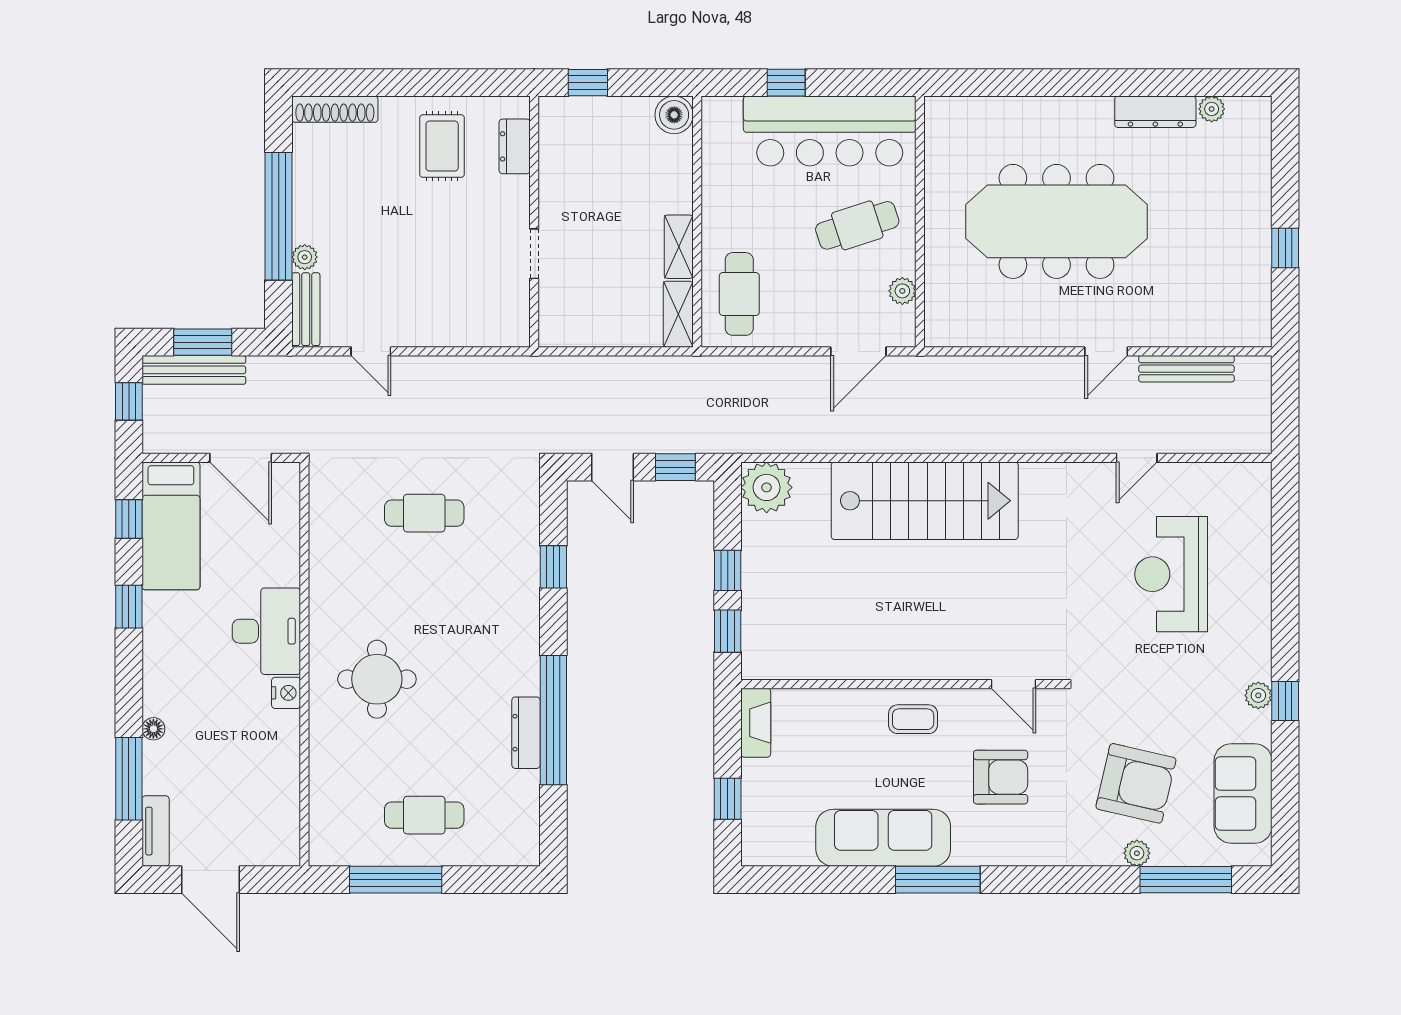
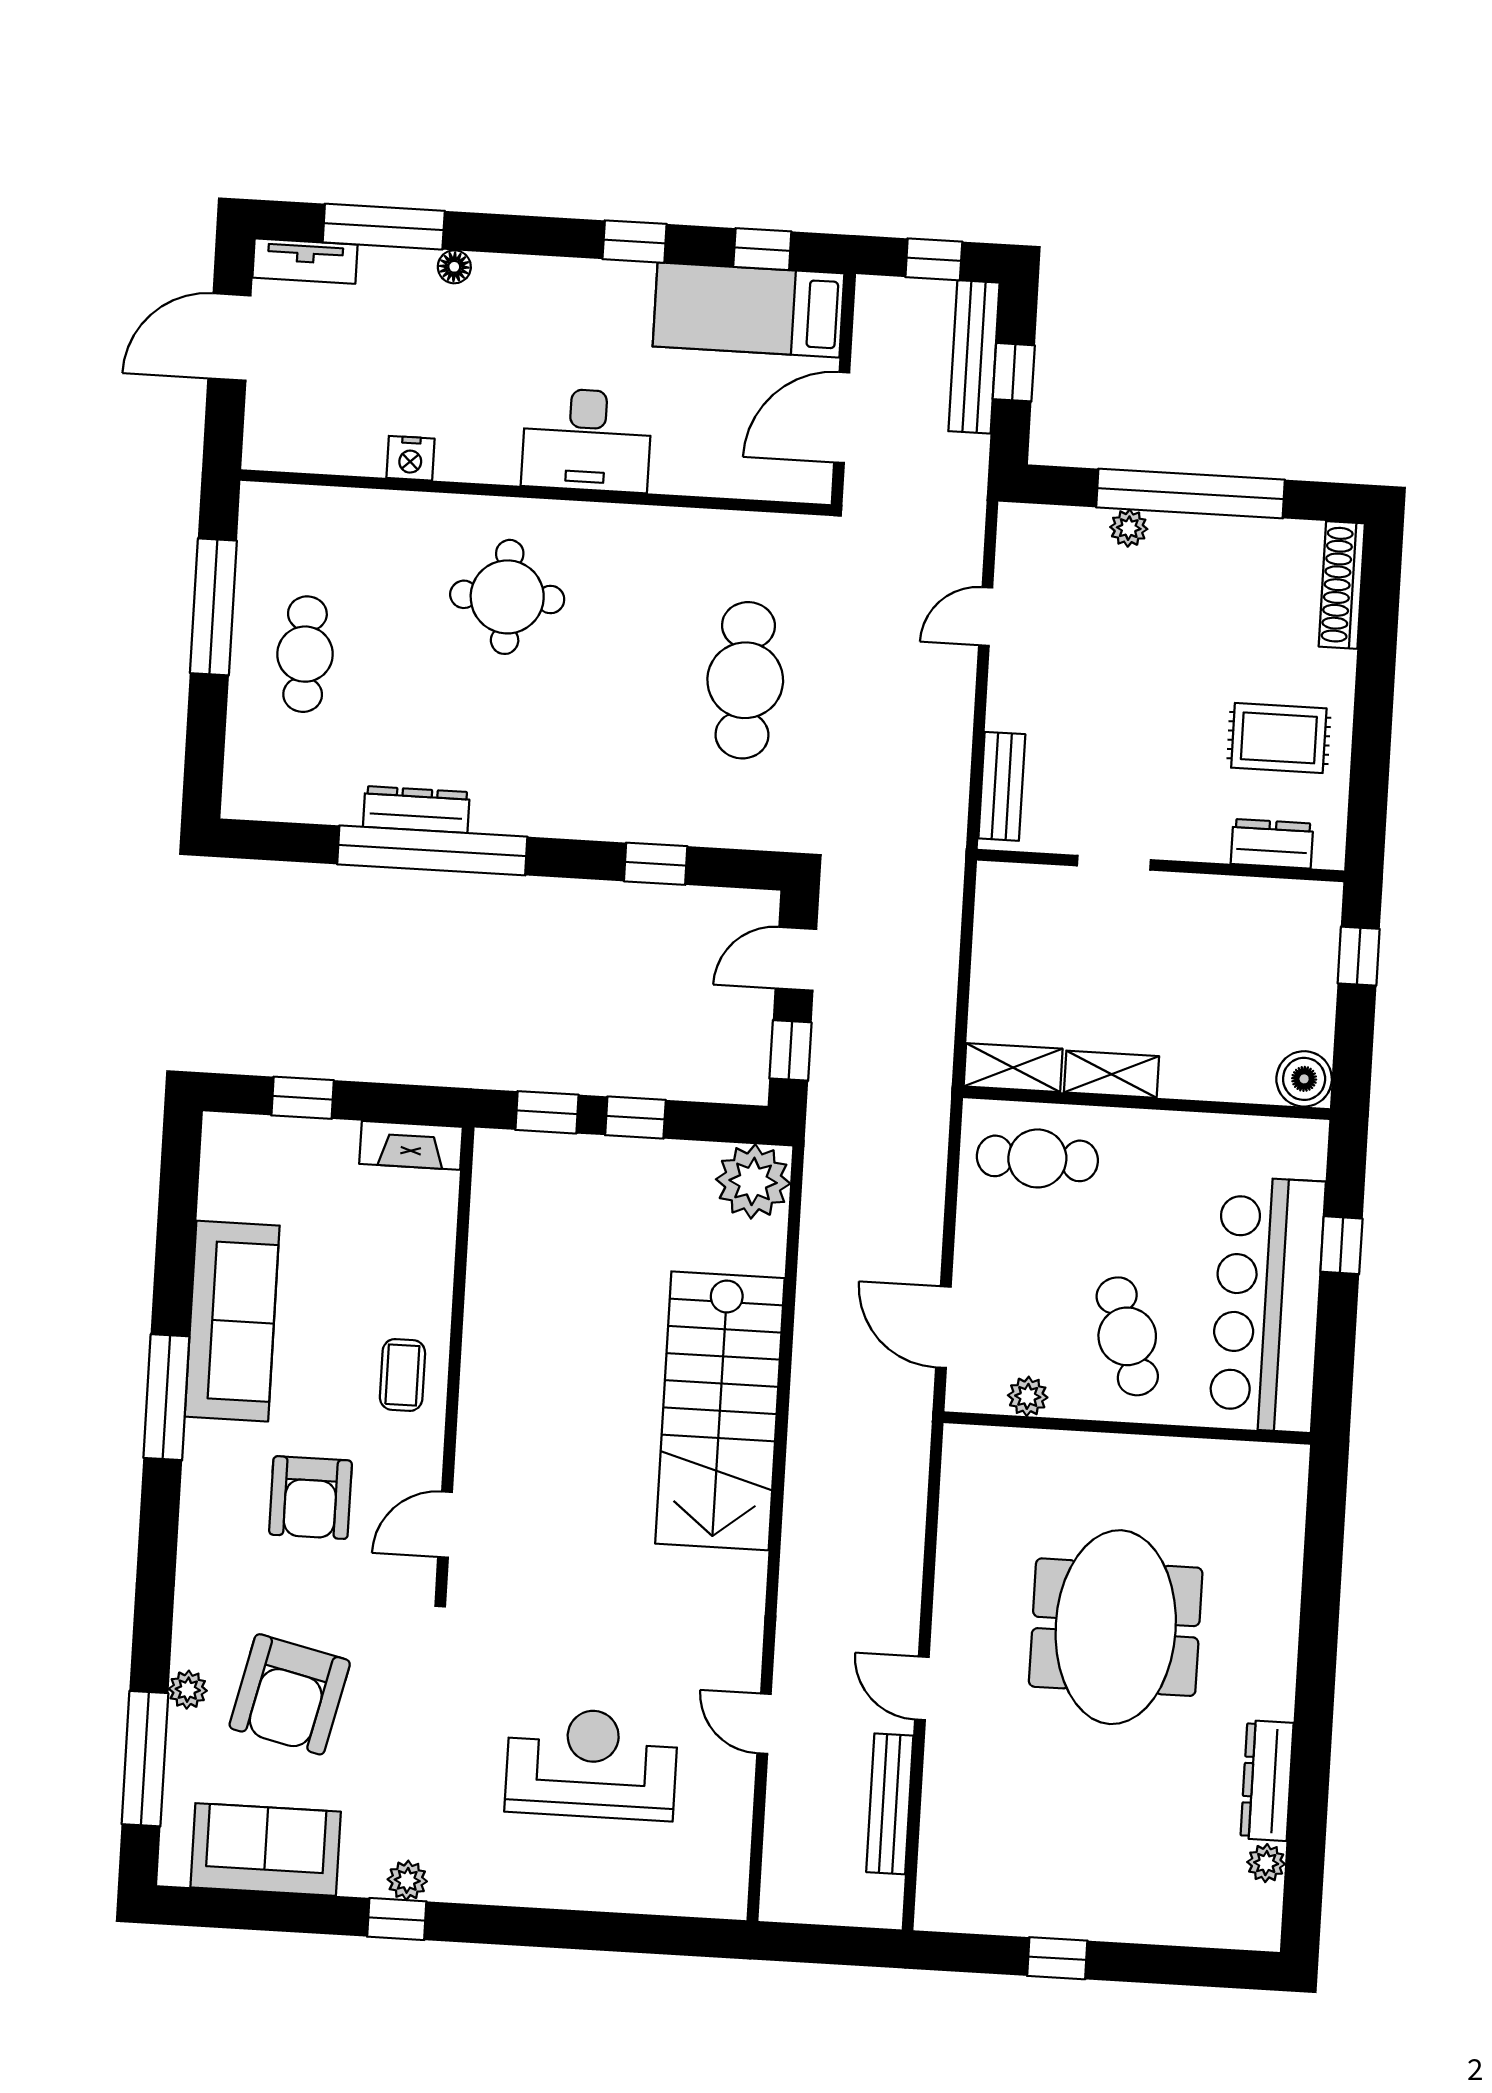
meeting table: (1056, 221) -> (1116, 1627), width x0.73
bench: (306, 309) -> (1002, 786), moved, turned 90
window: (203, 342) -> (1014, 372), width x0.67
cafe table: (424, 513) -> (745, 680), width x1.37, depth x1.35
nightstand: (286, 693) -> (410, 458), moved

